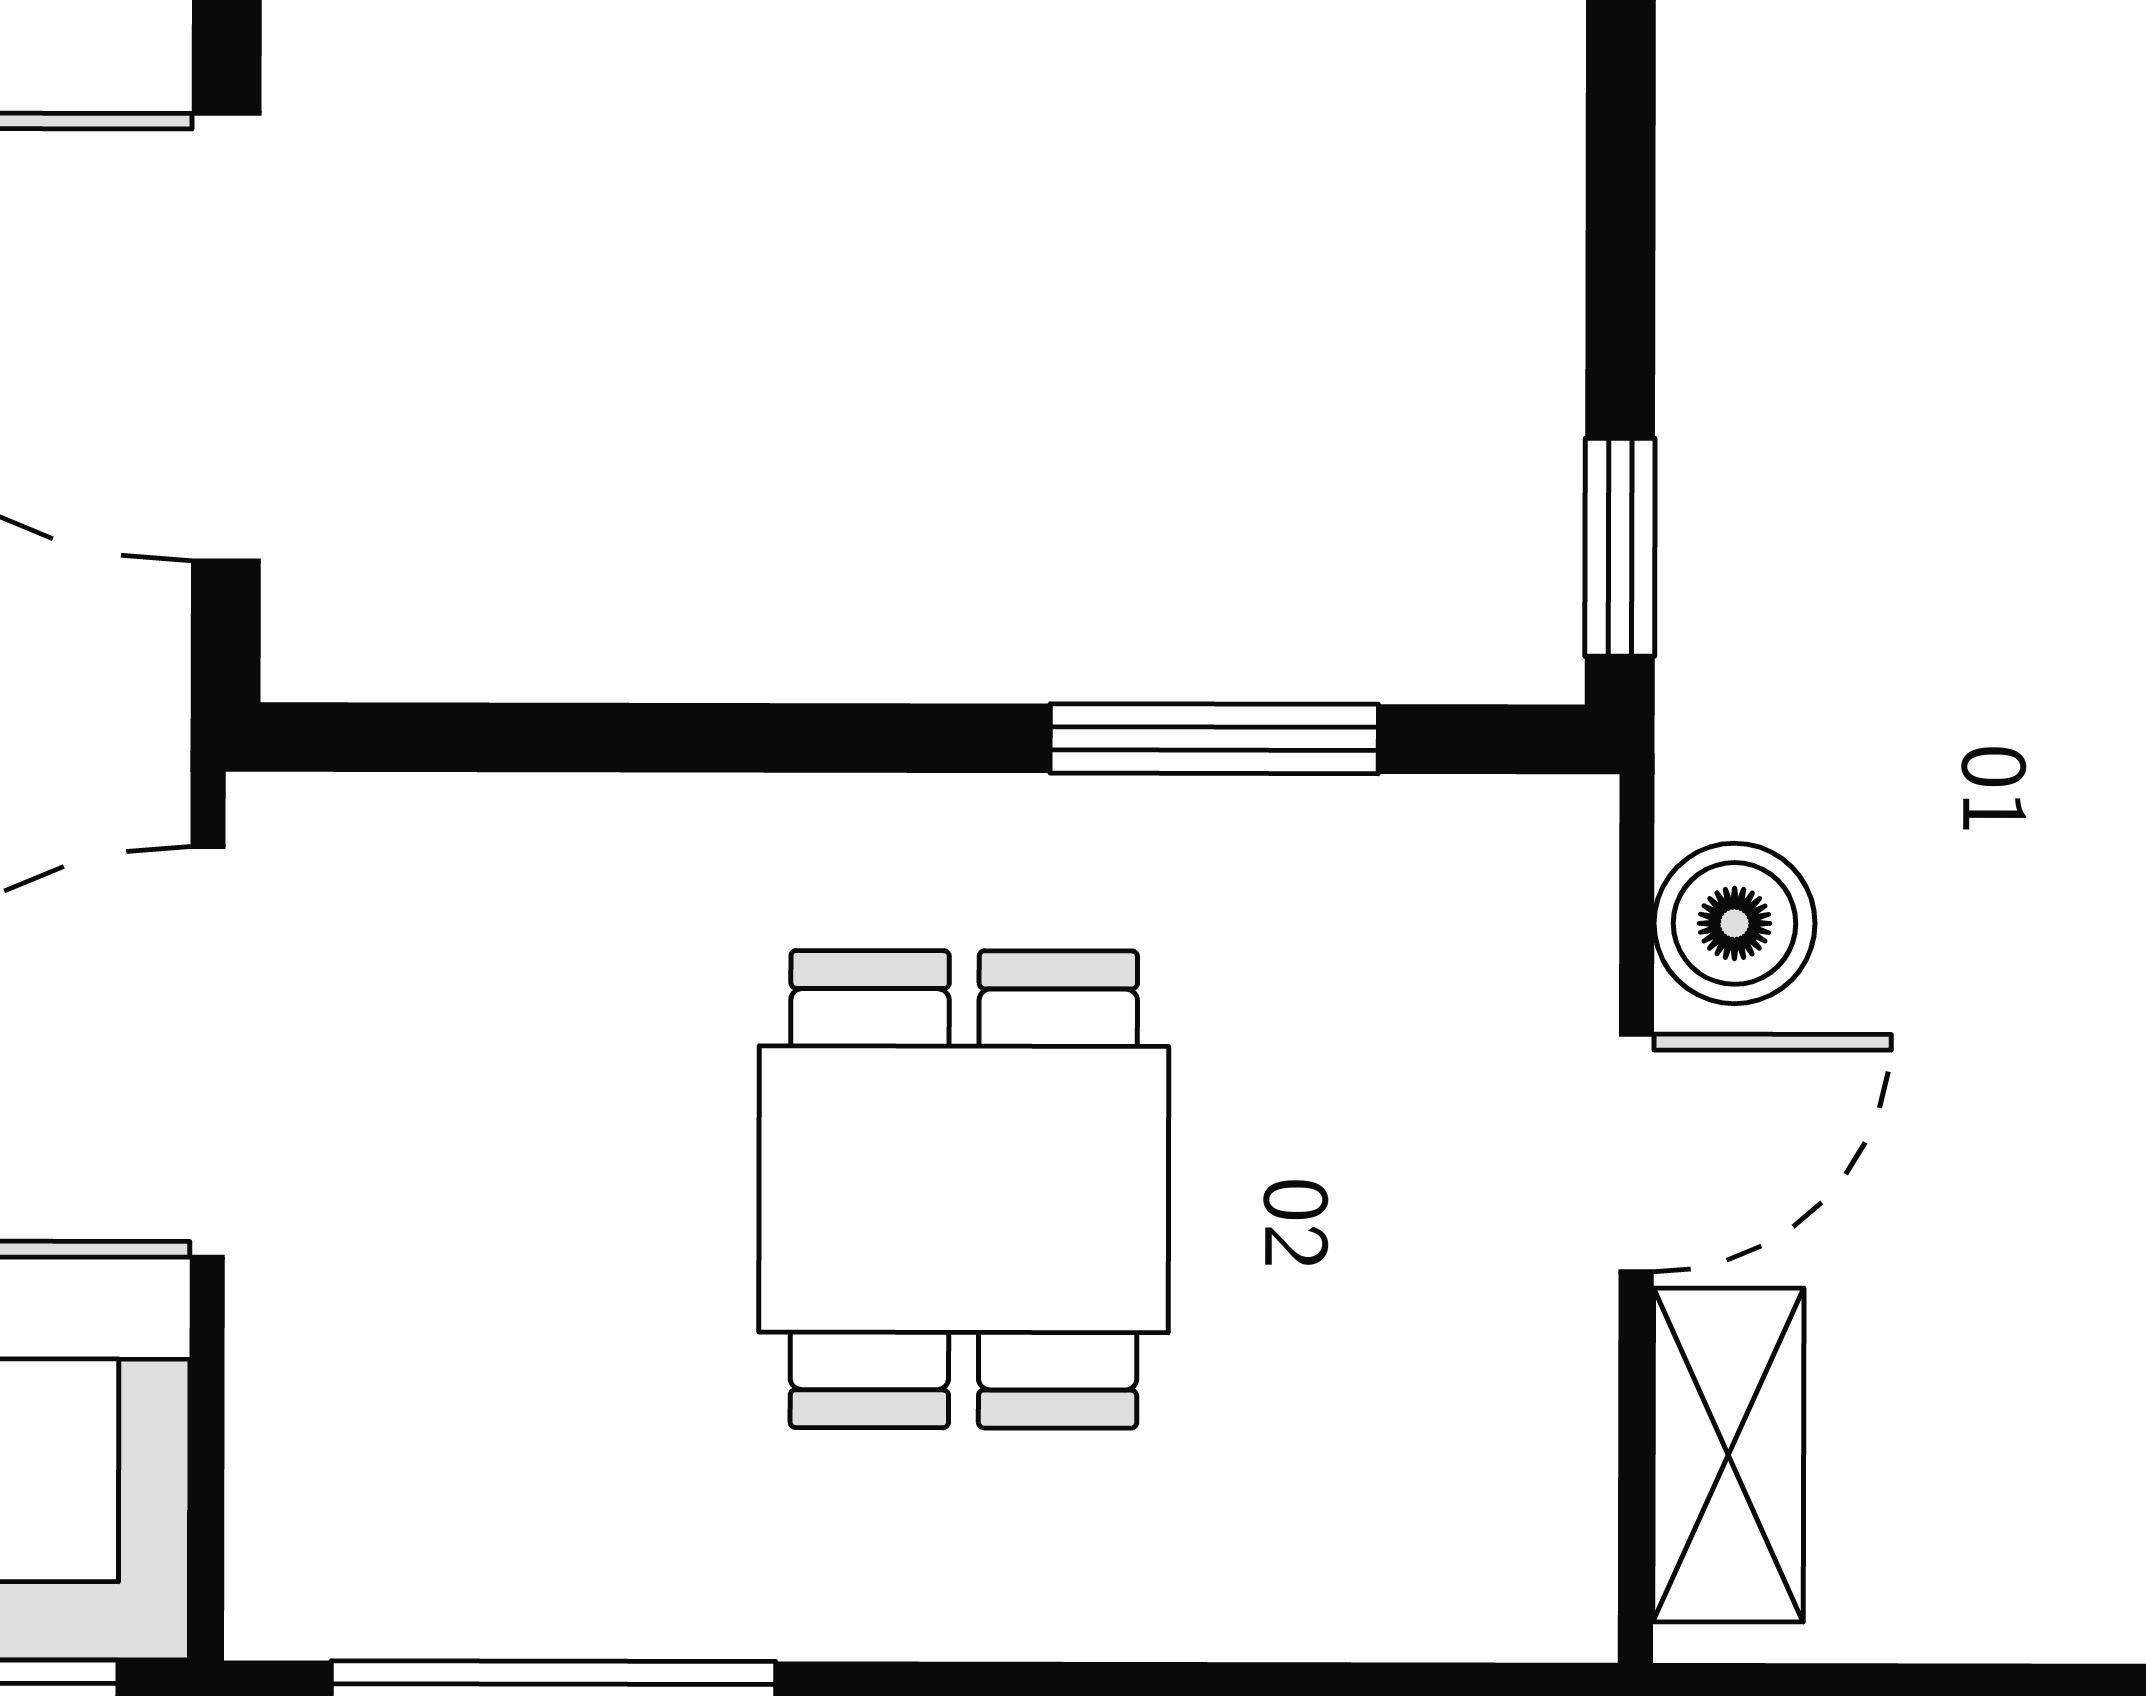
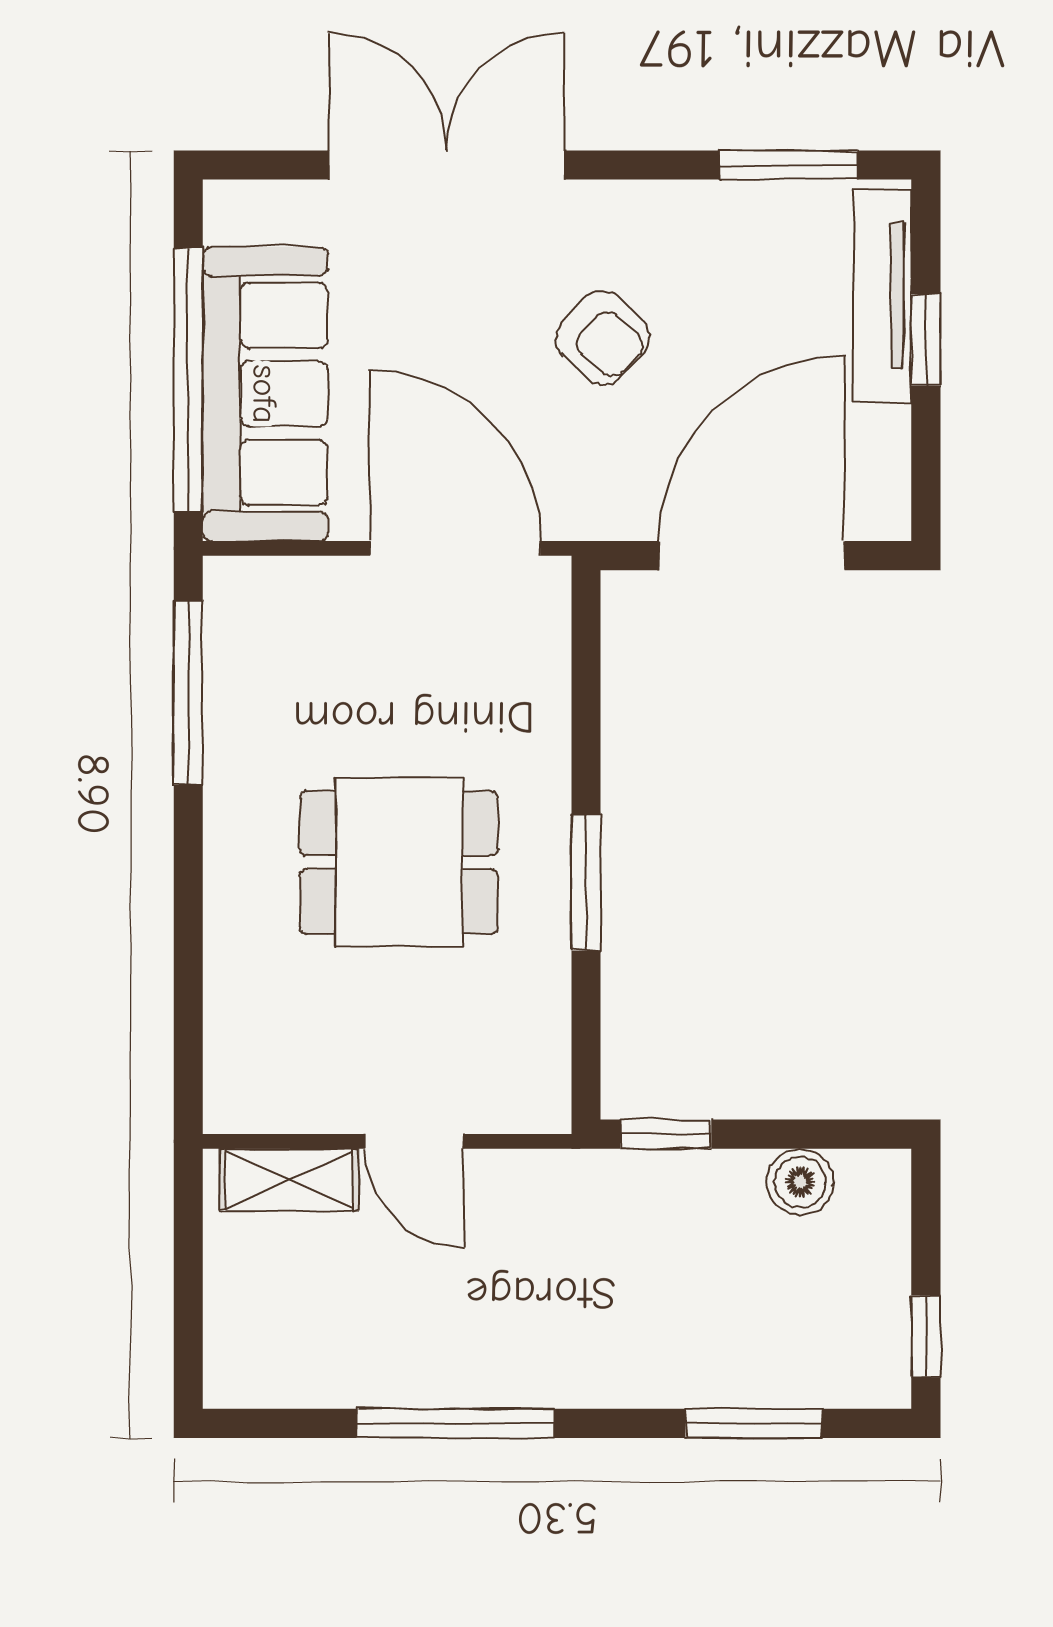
window: (1214, 739) -> (586, 882), moved
boiler: (1735, 923) -> (800, 1182), moved

